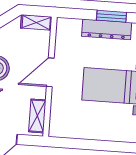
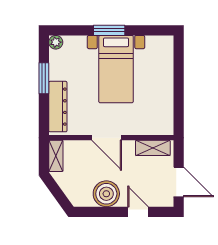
dresser: (107, 29) -> (58, 107), moved

